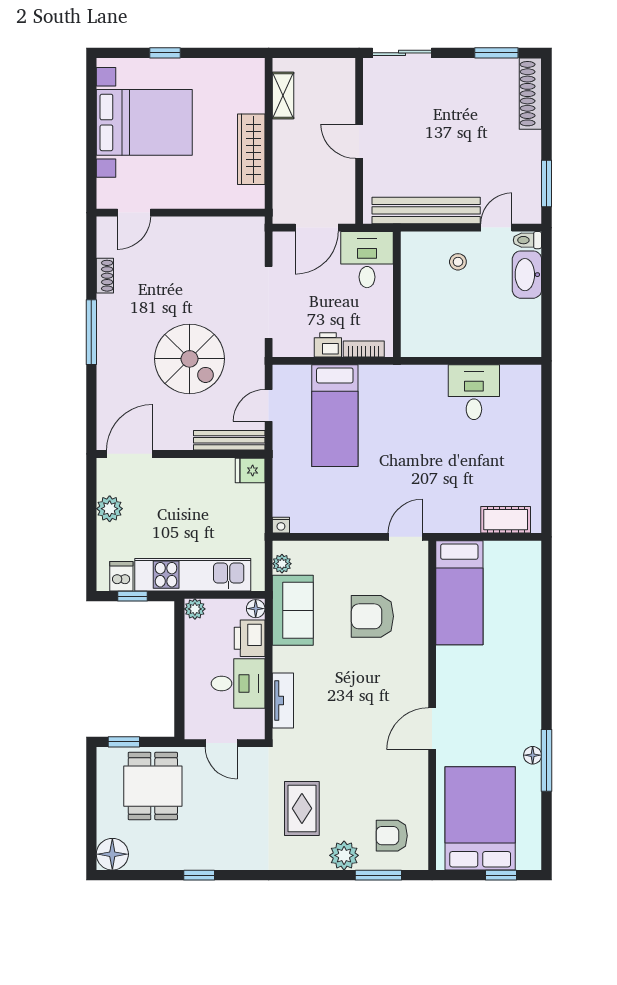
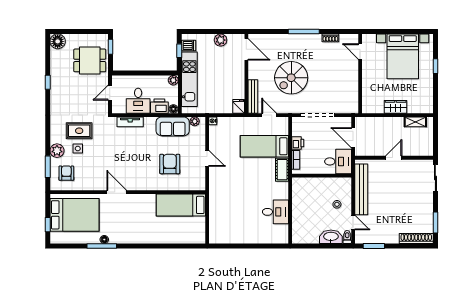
wardrobe: (251, 149) -> (396, 107), width x0.67
cot: (506, 520) -> (282, 170), moved
door: (405, 537) -> (207, 158), moved
side table: (340, 812) -> (78, 149), added

